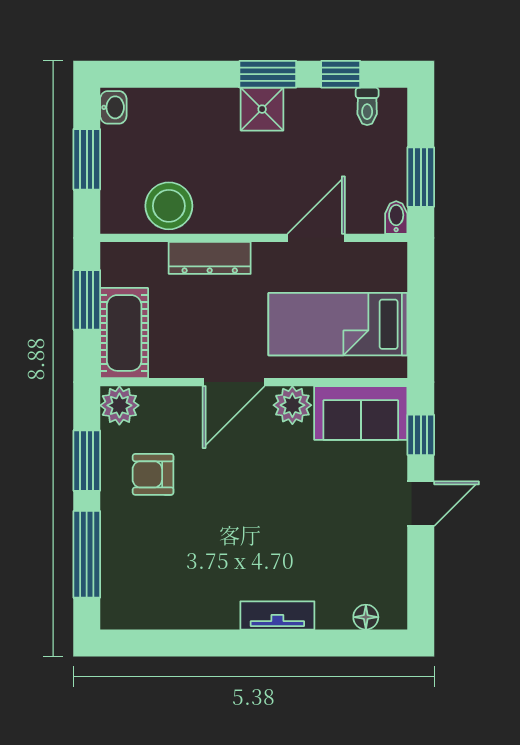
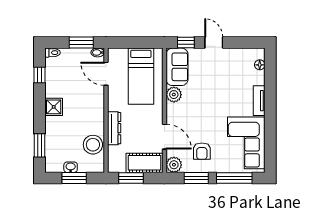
window: (268, 74) -> (40, 145), moved
toilet: (367, 106) -> (53, 53), moved
washbasin: (113, 107) -> (71, 167), moved
door: (316, 238) -> (106, 74), moved
door: (234, 382) -> (164, 137), moved
corner sofa: (173, 584) -> (246, 143), added

